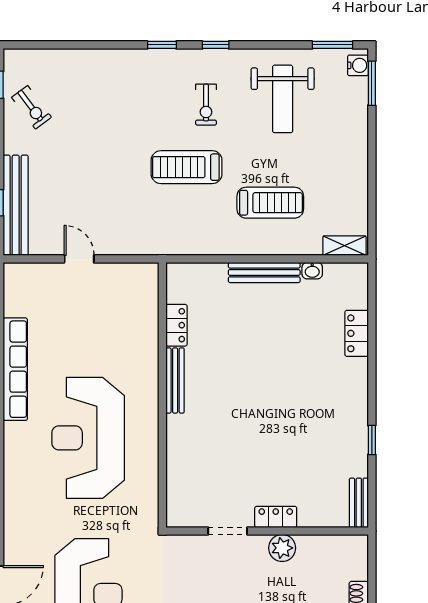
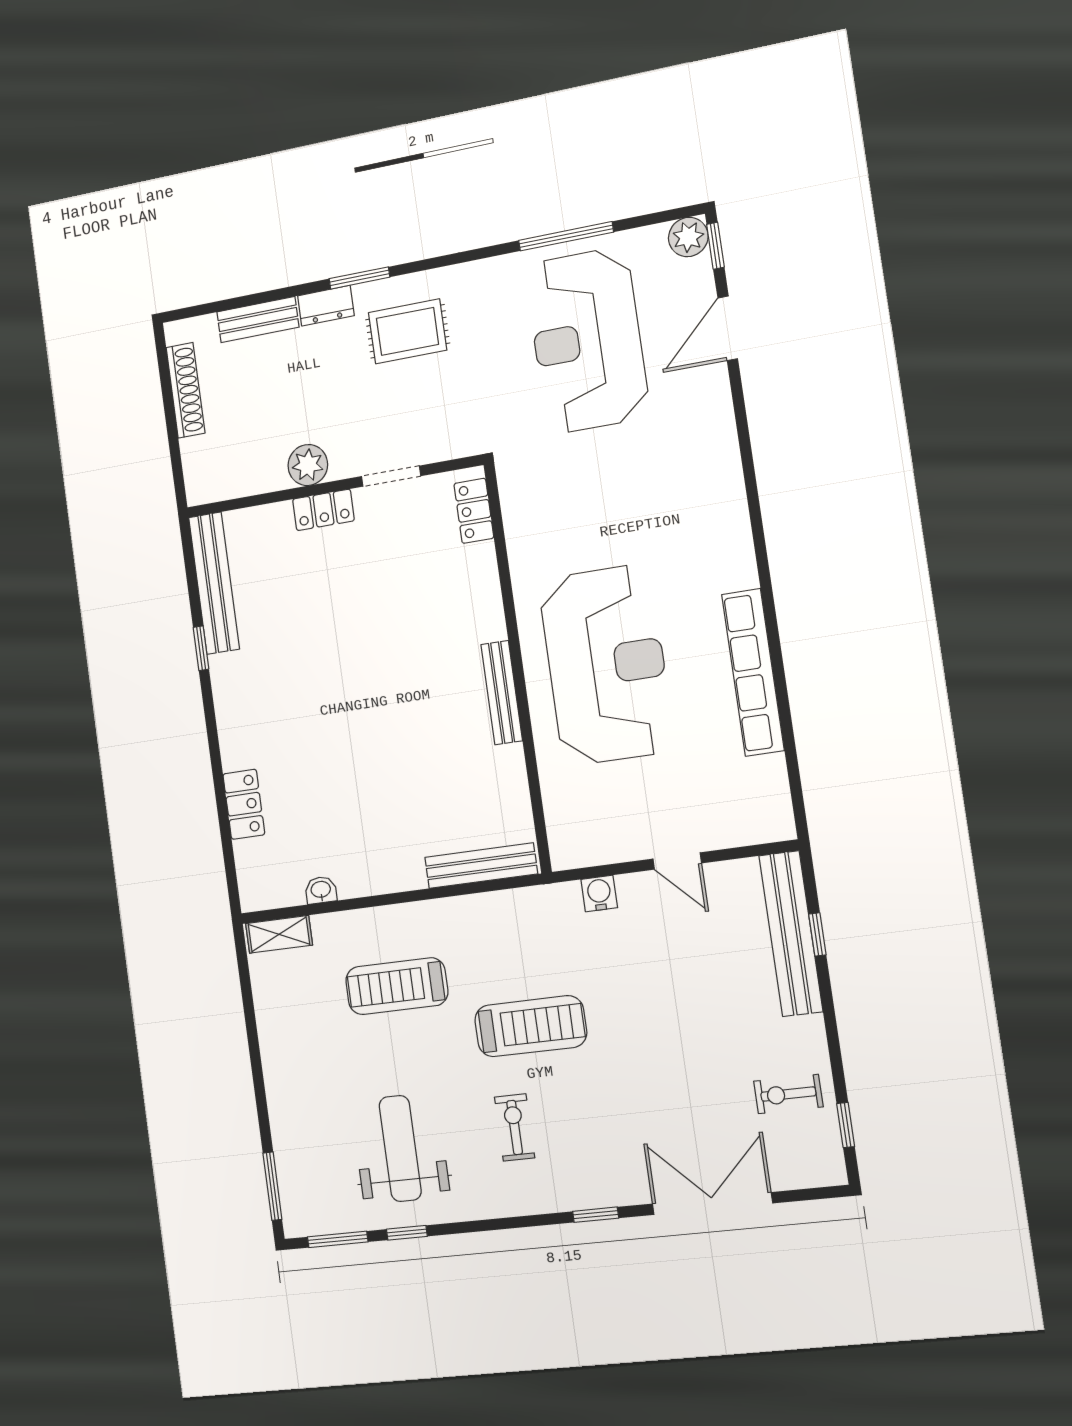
double door: (88, 45) -> (712, 1204), added
window: (216, 45) -> (407, 1233), moved
water cooler: (358, 65) -> (599, 893), moved, turned 90
exercise bike: (32, 107) -> (788, 1094), turned -53
bench: (264, 272) -> (481, 866), moved
locker: (177, 325) -> (474, 511), moved
reception desk: (88, 438) -> (606, 665), moved
bench: (359, 503) -> (214, 583), width x1.86, depth x1.21

